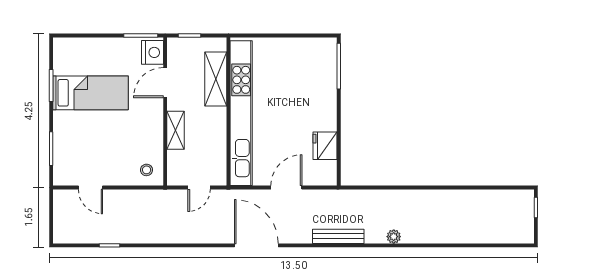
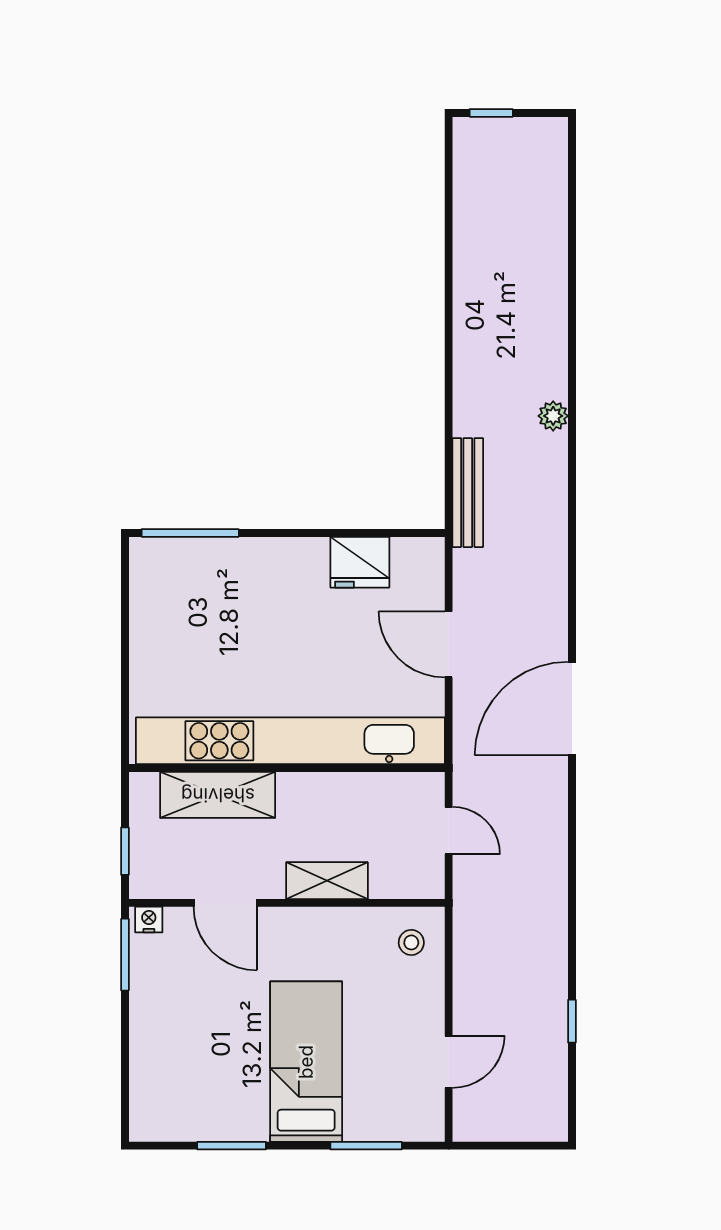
nightstand: (152, 52) -> (149, 920), width x0.53, depth x0.56
bed: (91, 93) -> (306, 1062), moved
bench: (338, 236) -> (468, 493), moved

